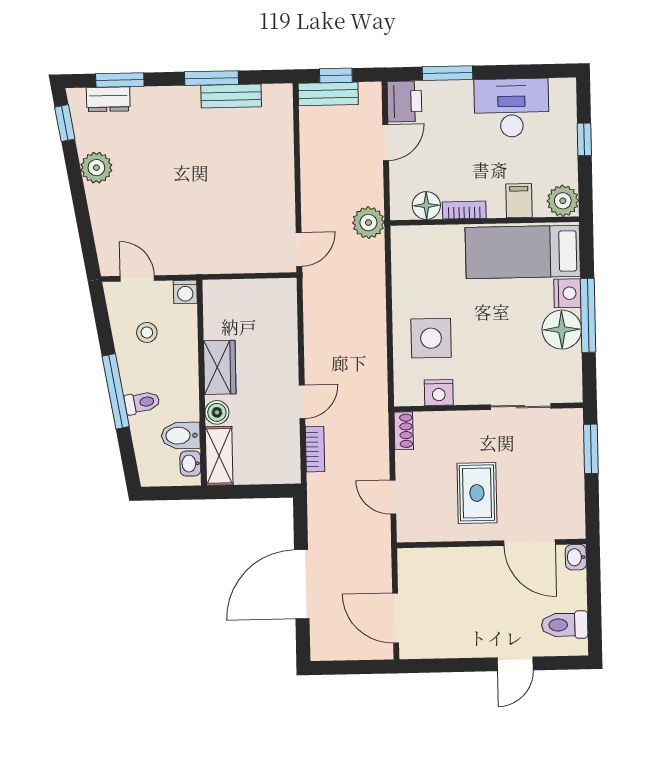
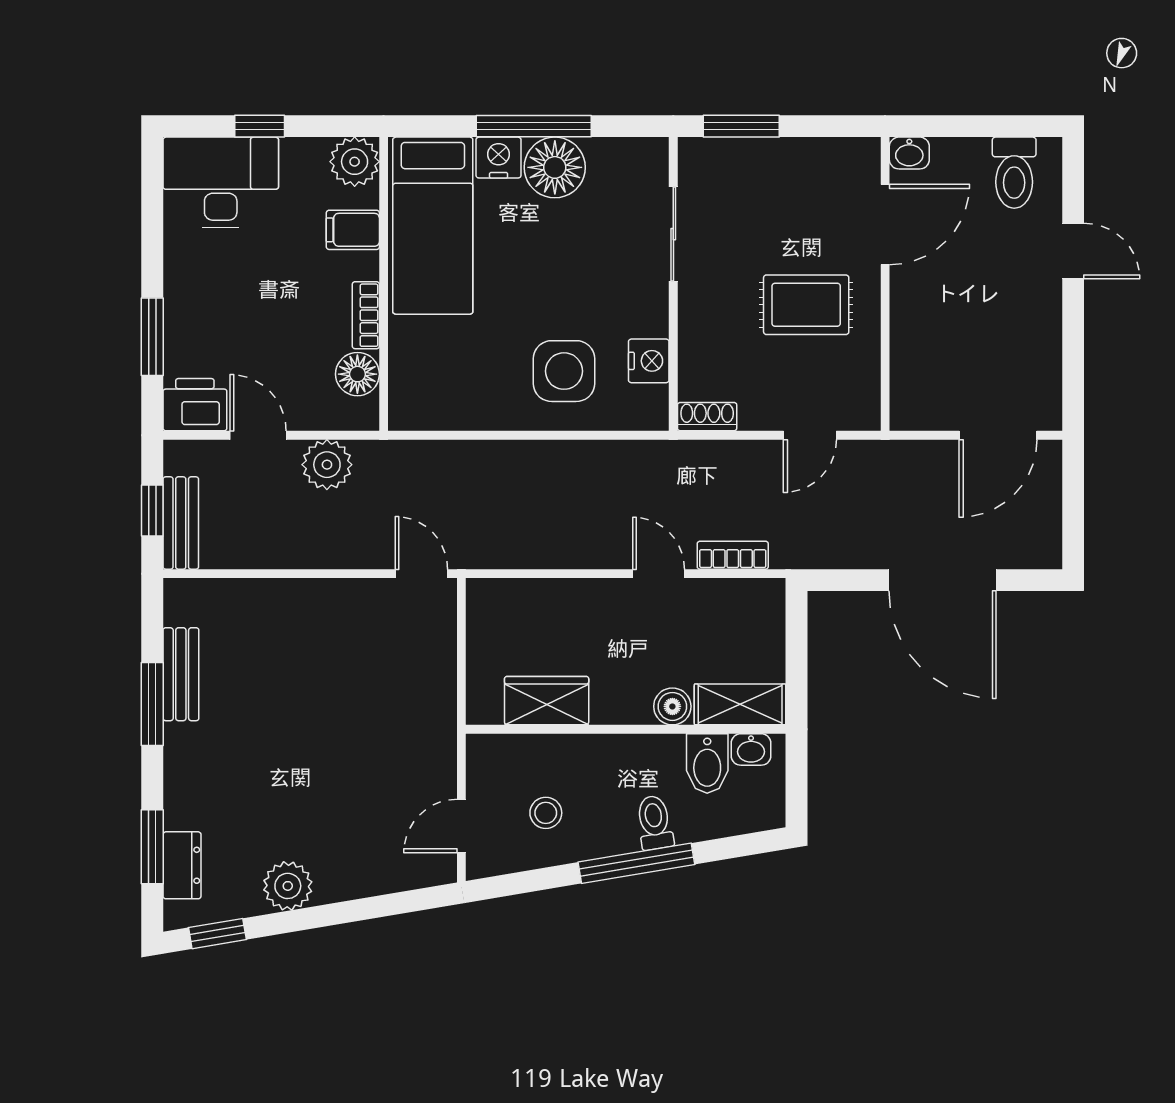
desk: (512, 108) -> (221, 182), moved, turned 90
plant: (368, 223) -> (327, 465), moved
washing machine: (185, 292) -> (484, 752), removed
wardrobe: (220, 367) -> (547, 701), moved

